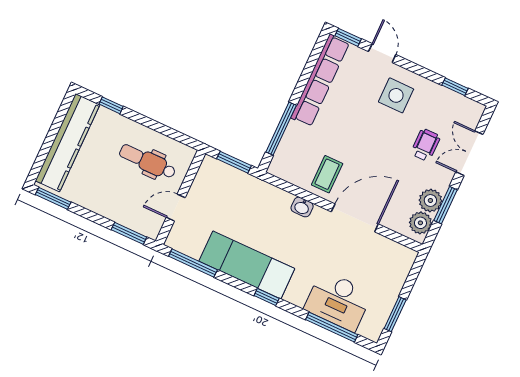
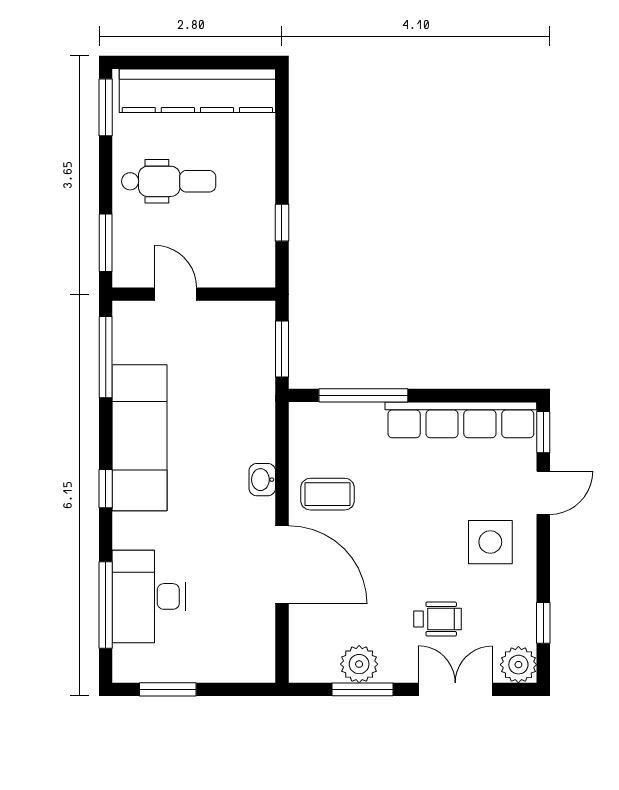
window: (111, 105) -> (282, 223), moved
dental chair: (147, 161) -> (169, 181), moved, turned 90
plant: (420, 223) -> (518, 665), moved

